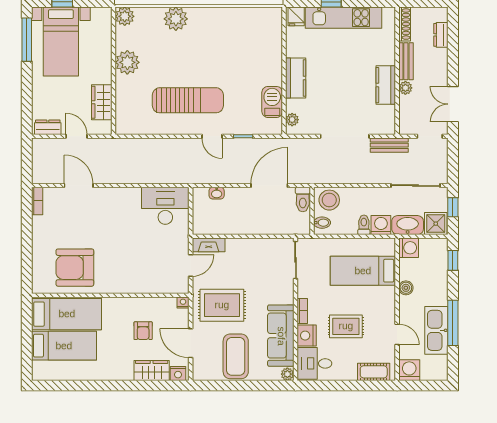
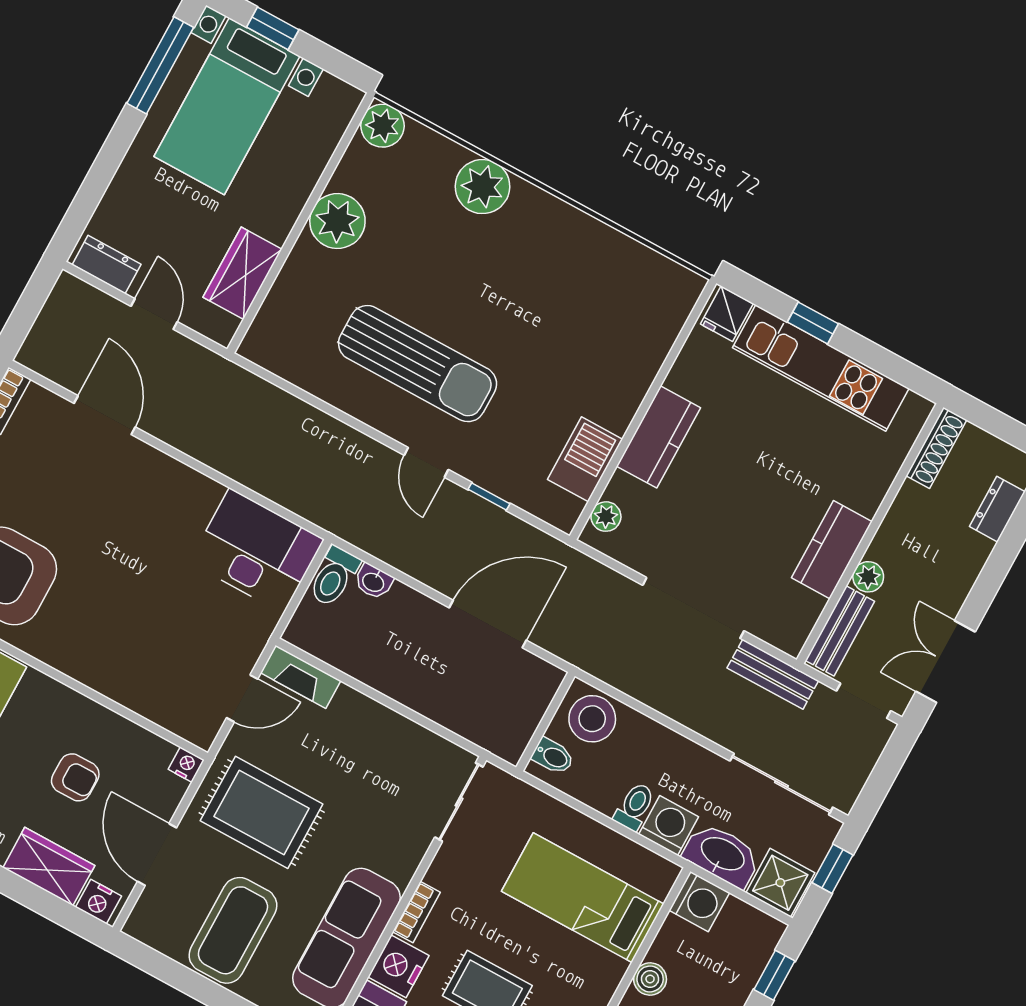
bench: (406, 61) -> (840, 631), moved
toilet: (303, 199) -> (334, 577), moved
armchair: (143, 331) -> (75, 777), turned -90

